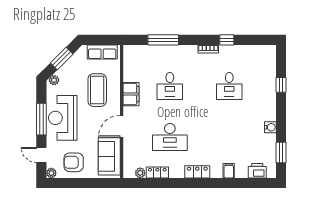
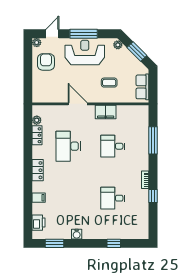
coffee table: (97, 90) -> (109, 83), width x0.54, depth x0.58
sofa: (109, 156) -> (51, 93), removed

